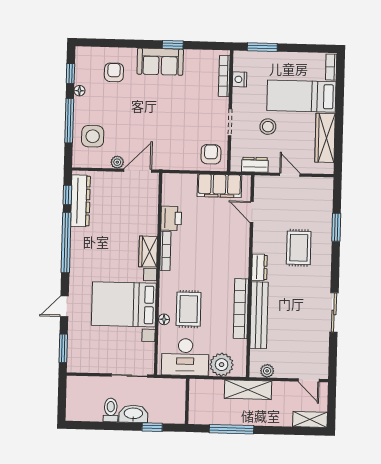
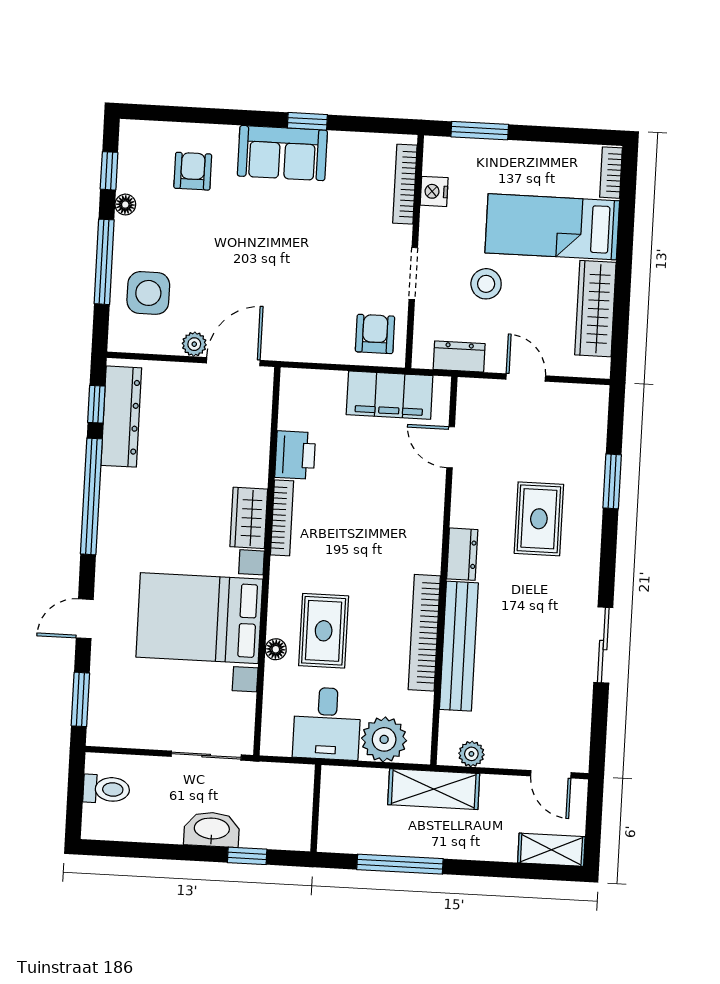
desk: (185, 357) -> (327, 724), width x0.73
toilet: (111, 410) -> (106, 789), moved, turned 90

